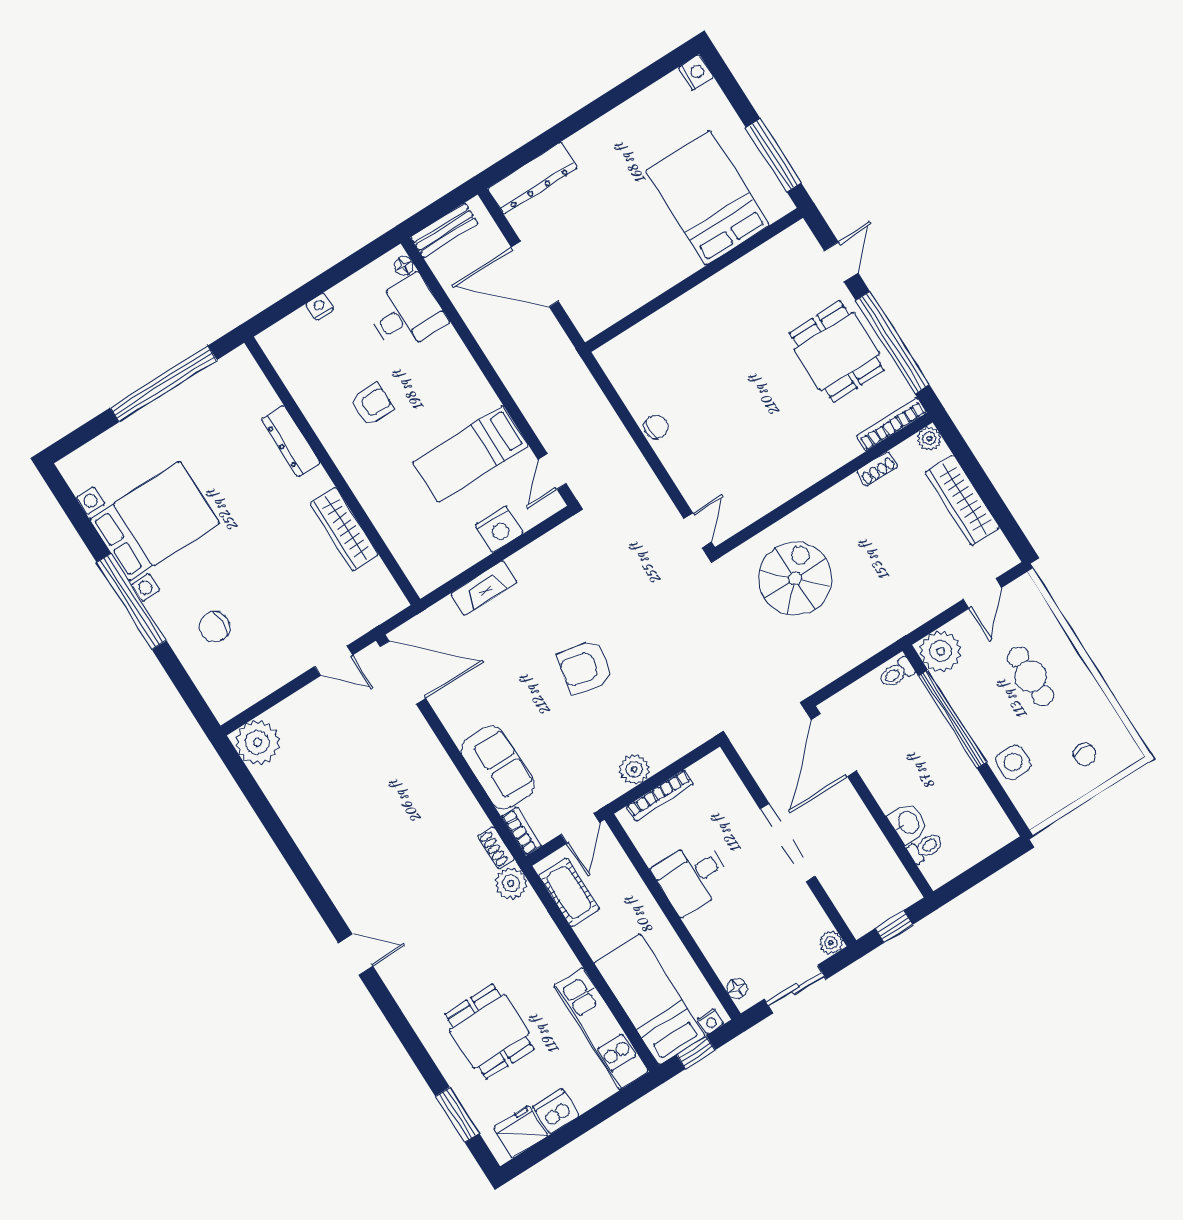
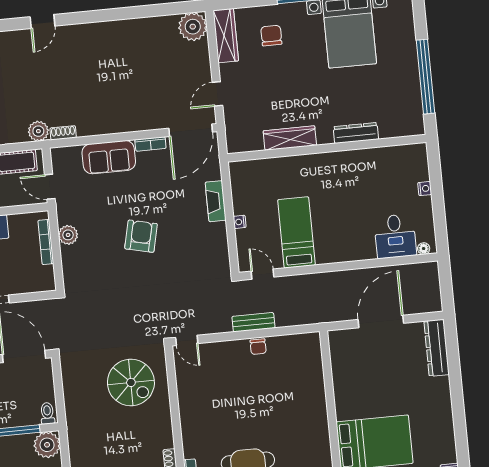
bench: (444, 230) -> (253, 322), moved, turned 90
armchair: (372, 404) -> (353, 190), removed
nightstand: (499, 529) -> (240, 222), width x0.53, depth x0.56
wardrobe: (247, 690) -> (226, 36), added
bookcase: (521, 831) -> (150, 144), moved

